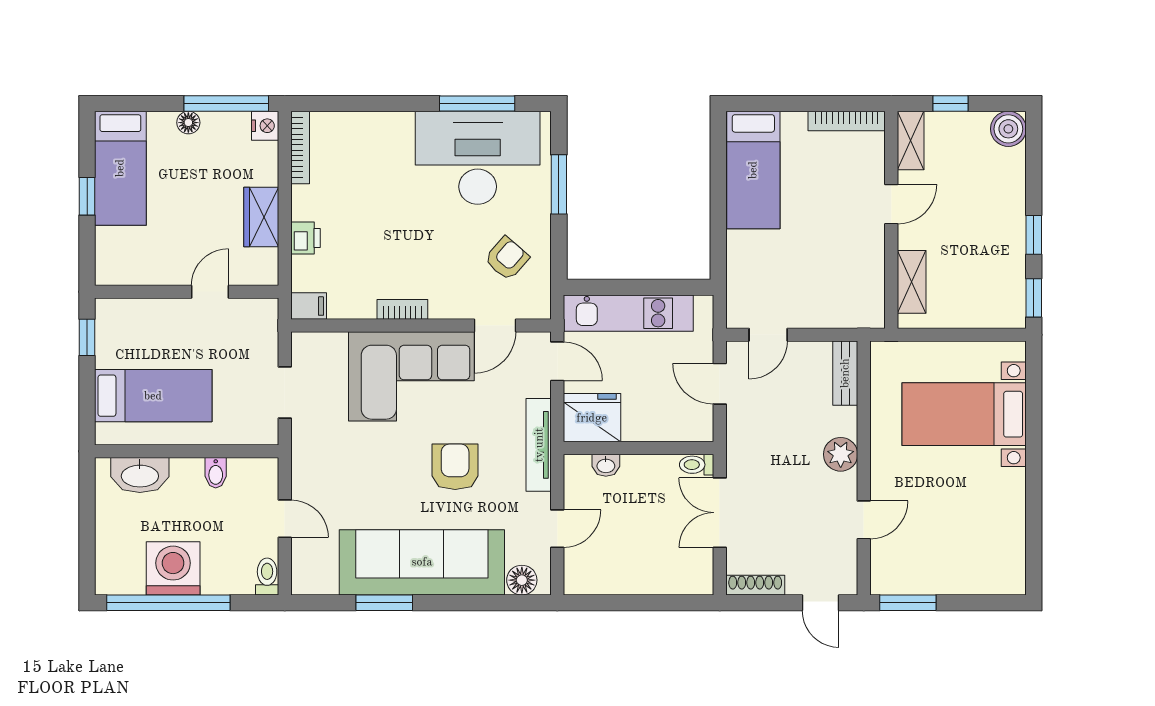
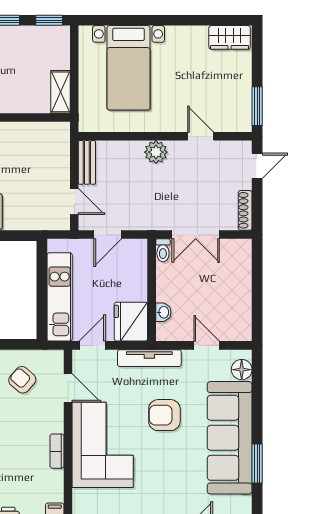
shelving: (912, 282) -> (60, 92), moved, turned 90
bench: (845, 373) -> (87, 162), moved, turned 90
wardrobe: (1009, 562) -> (230, 37), added

